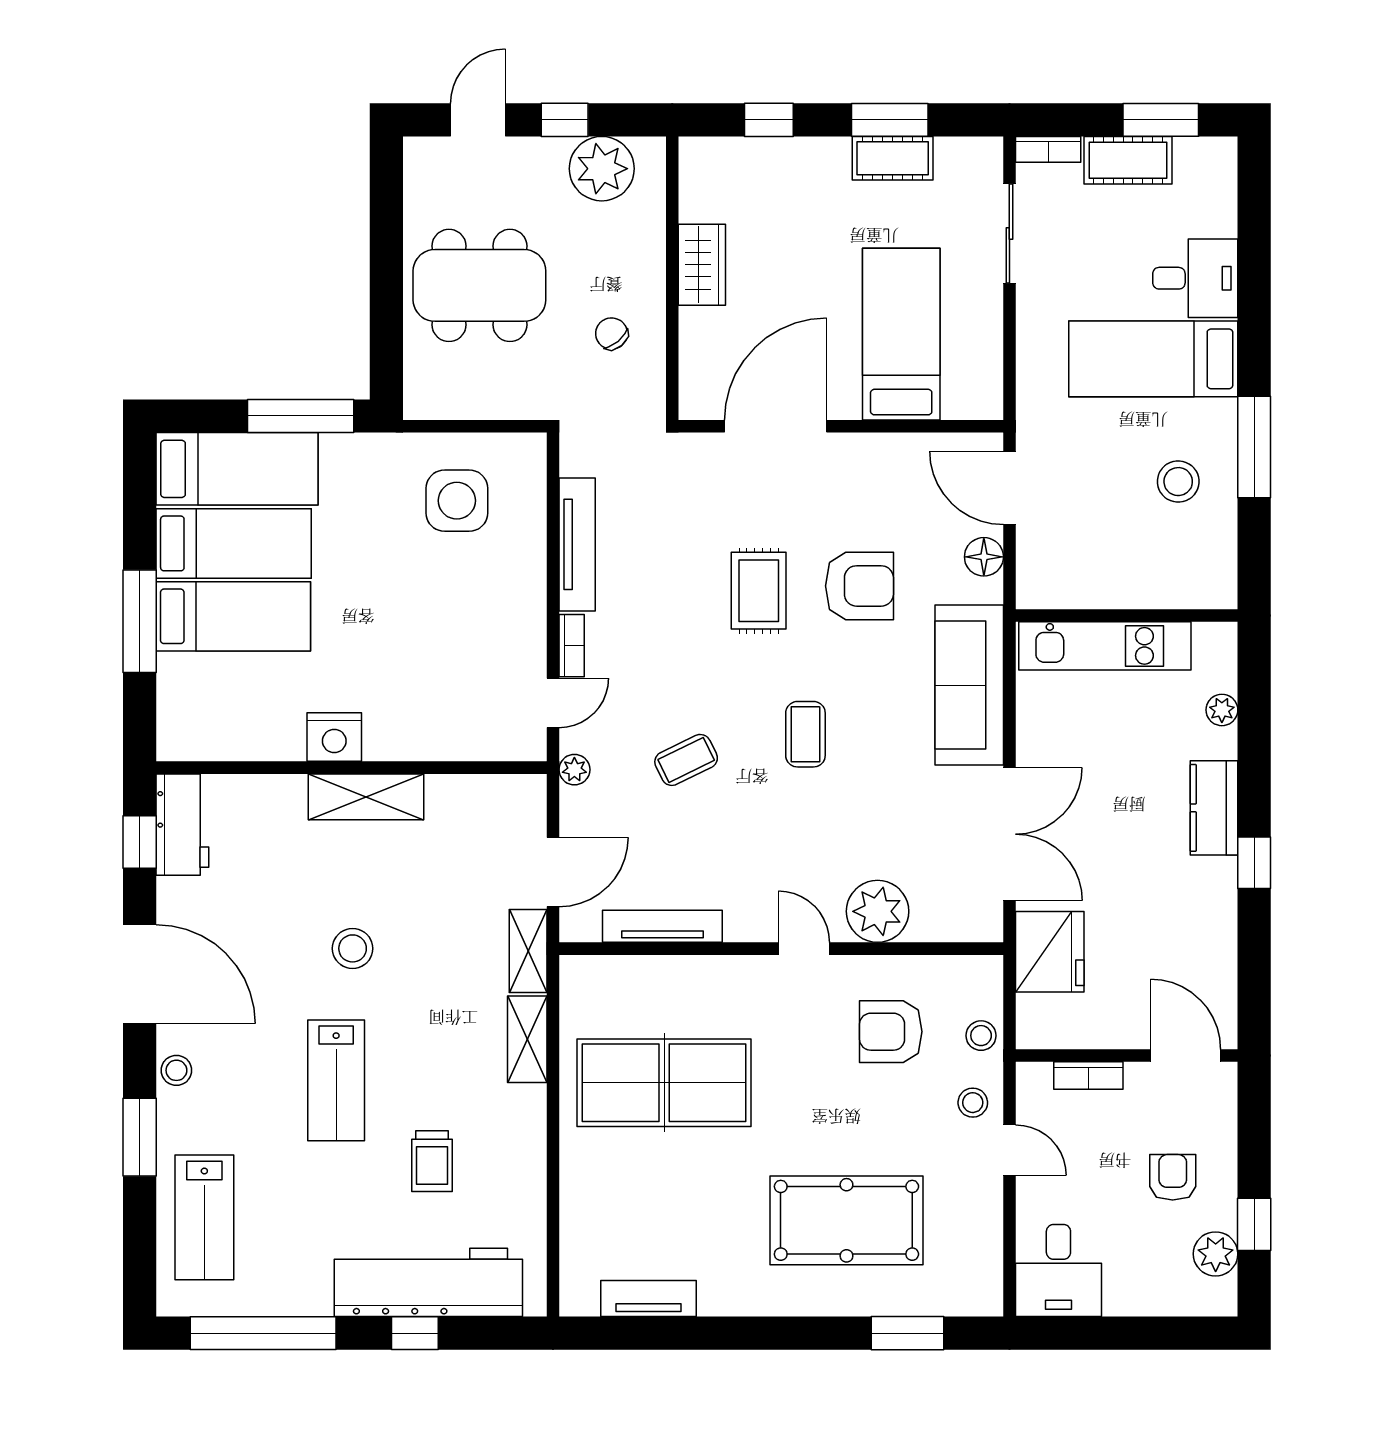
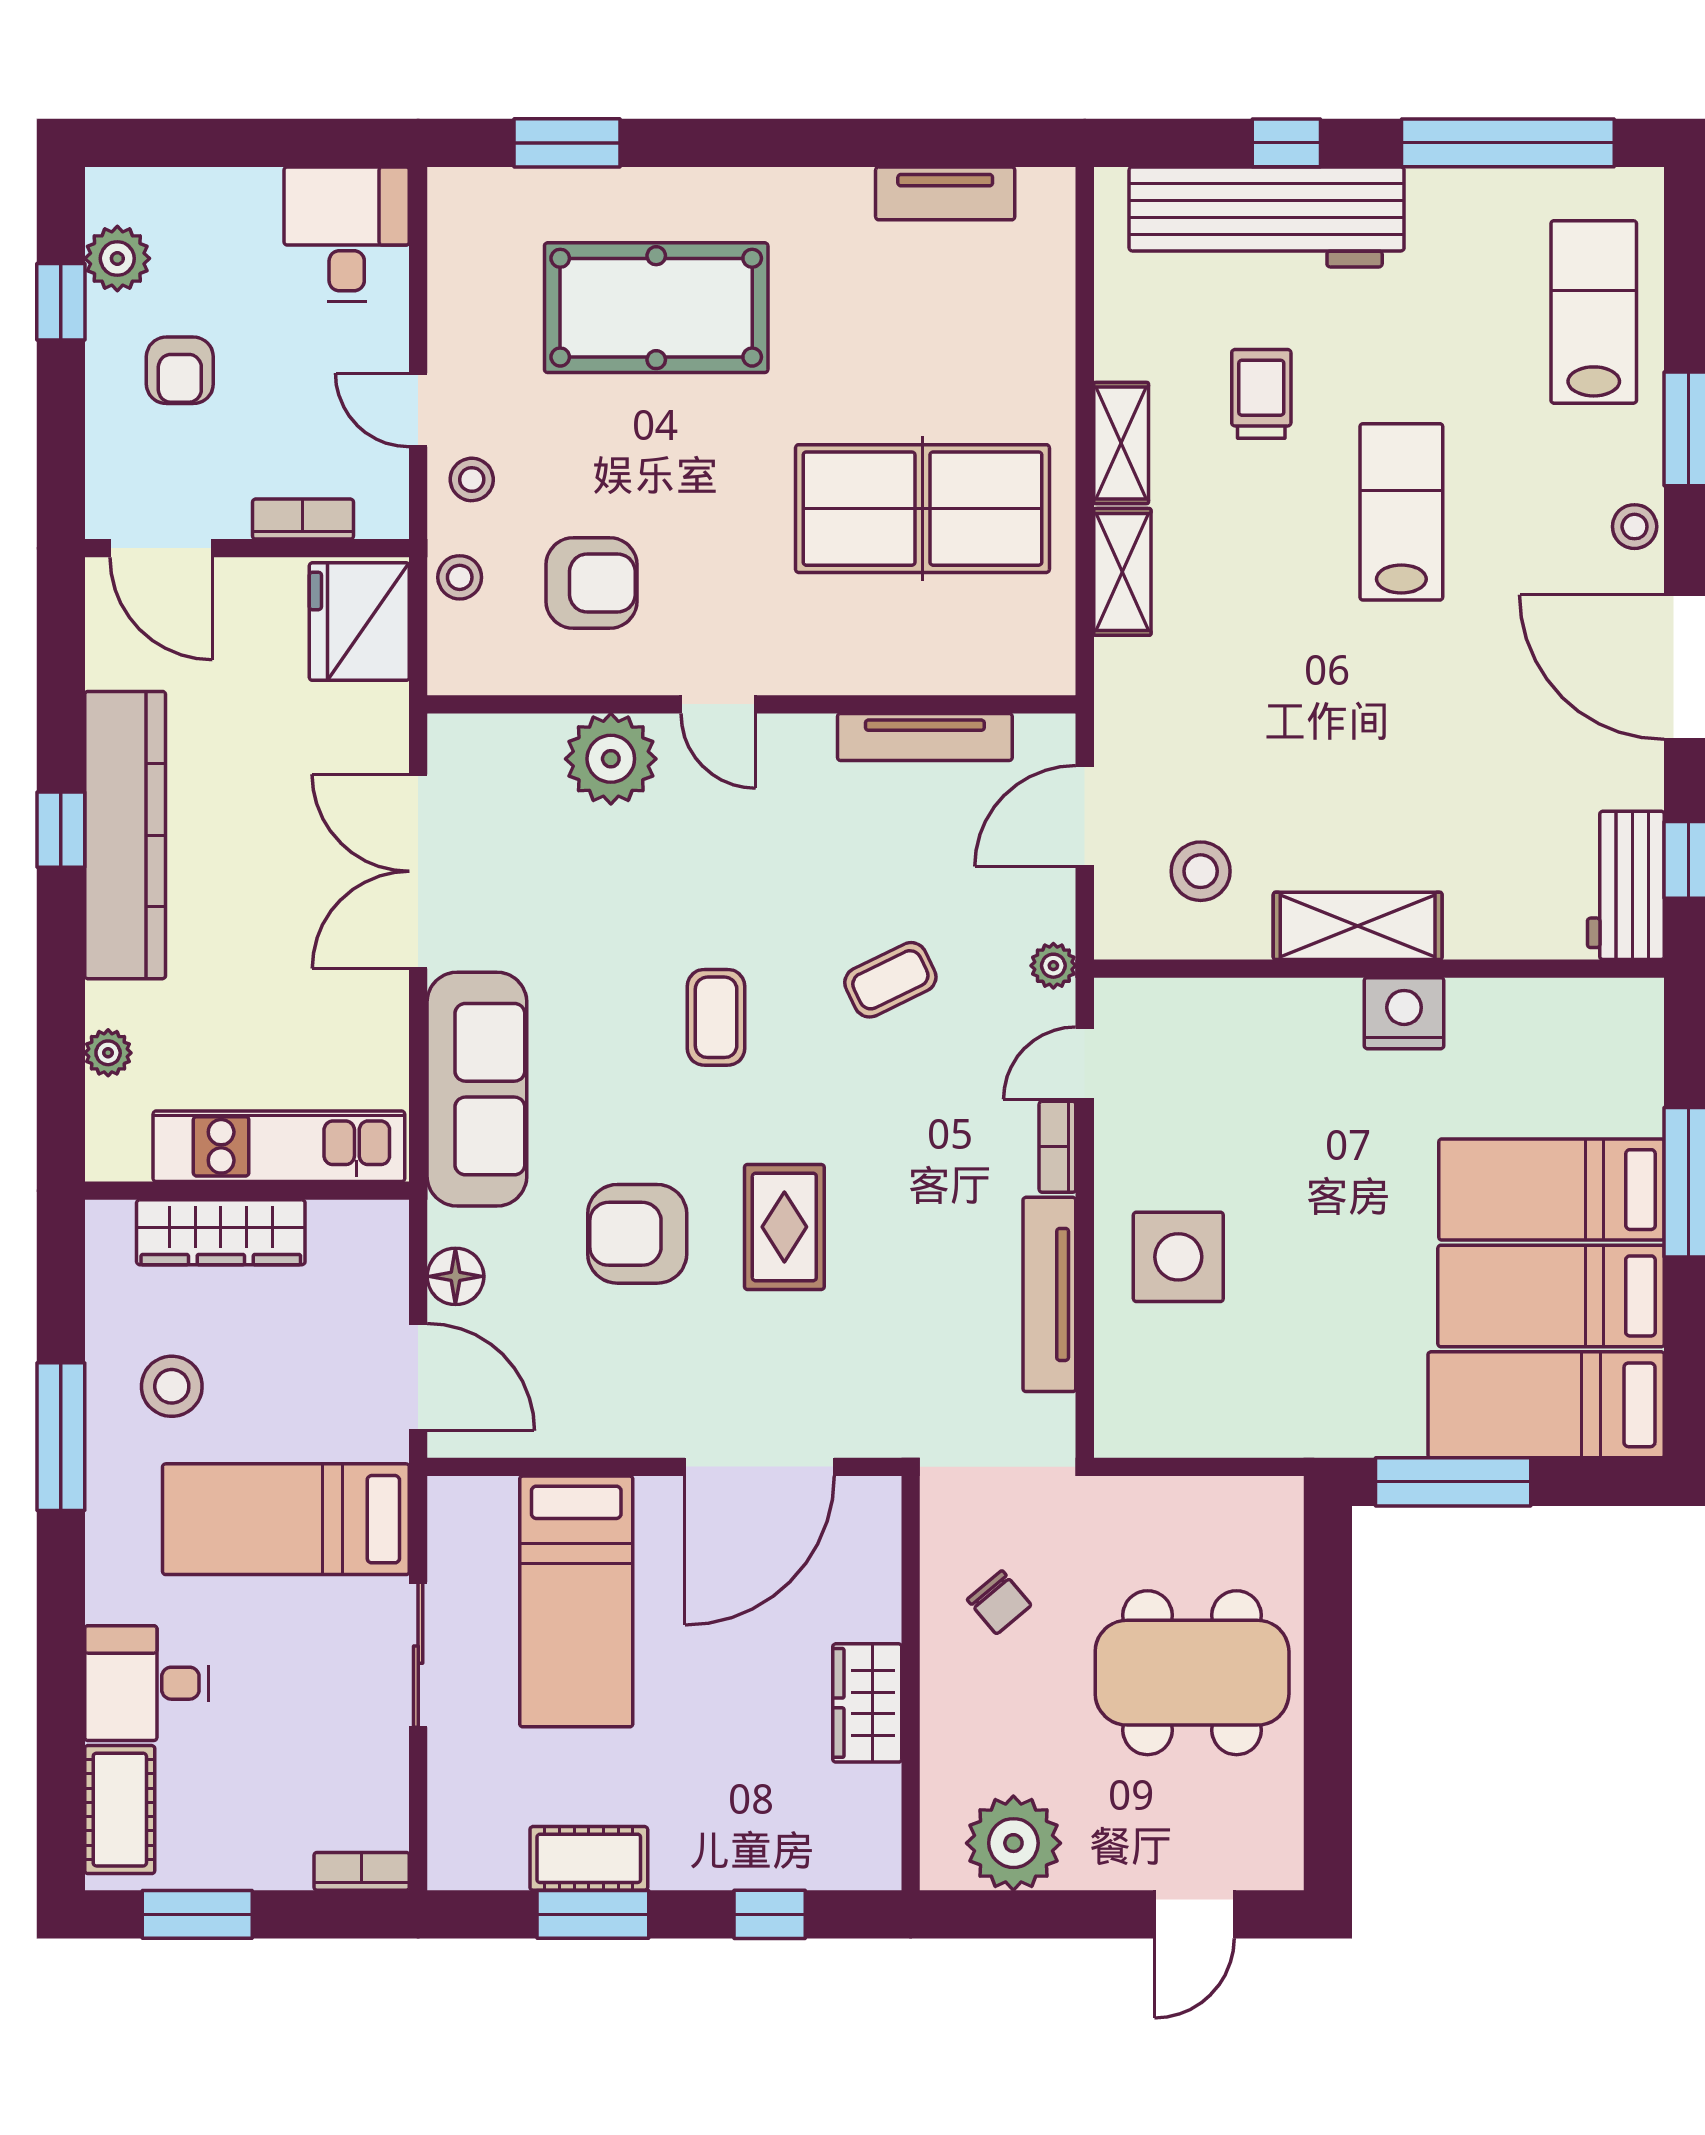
window: (565, 120) -> (1068, 1914), removed
cot: (1128, 160) -> (120, 1810), moved, turned 90
sliding door: (1009, 234) -> (418, 1655), moved
bed: (1153, 359) -> (286, 1519), moved, turned 180
side table: (457, 501) -> (1178, 1257), moved
wardrobe: (1145, 587) -> (221, 1232), added
kitchen counter: (1214, 808) -> (125, 835), width x2.08, depth x1.17
stool: (353, 948) -> (1201, 871), moved
shelving: (528, 951) -> (1121, 443), moved
fridge: (1050, 952) -> (359, 622), moved

